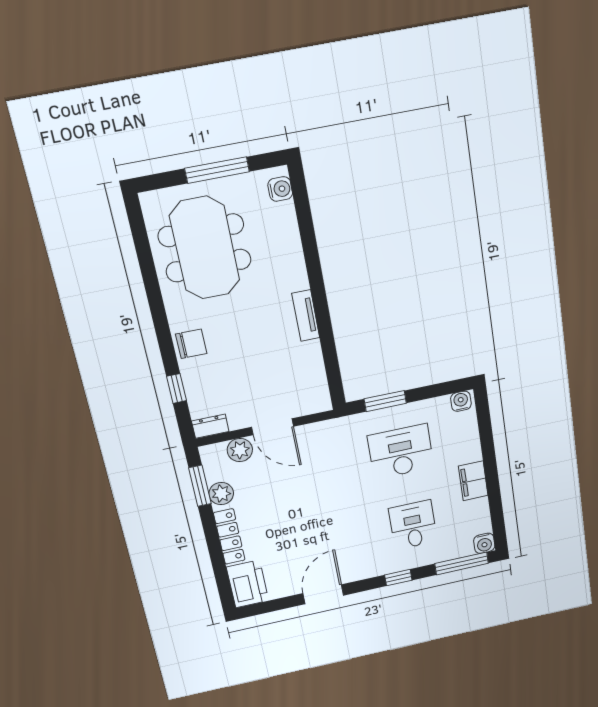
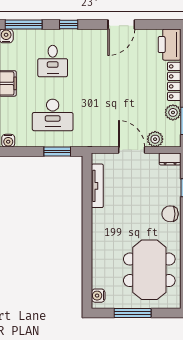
tv unit: (306, 316) -> (97, 186), moved, width x1.41

